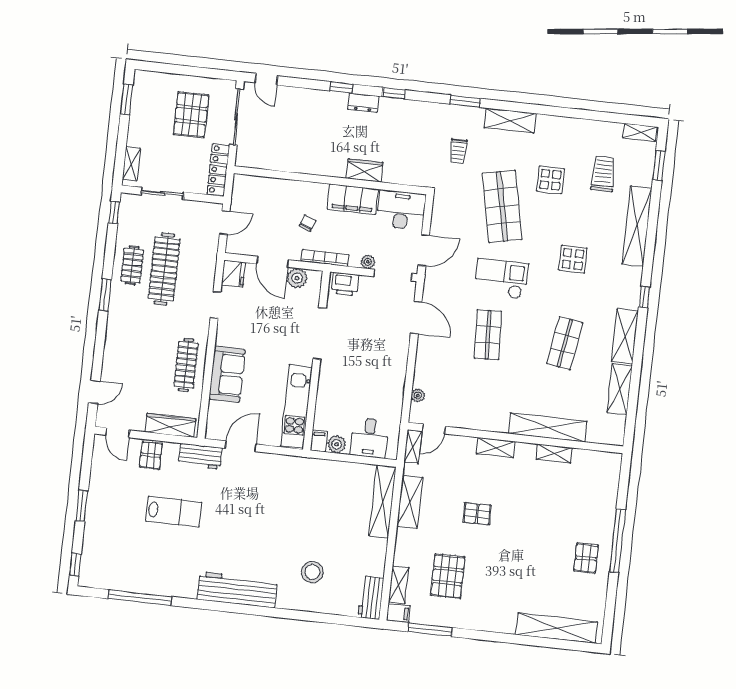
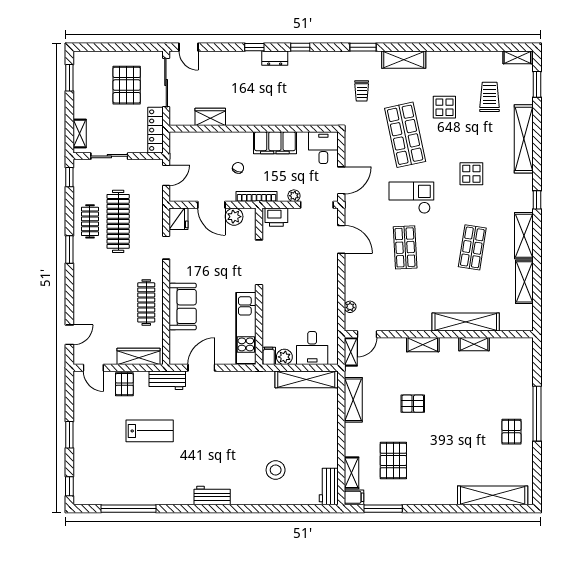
wardrobe: (364, 170) -> (210, 117), moved
desk: (401, 210) -> (323, 148), width x0.73
shelving: (383, 501) -> (306, 379), moved, turned 90
workbench: (237, 590) -> (212, 496), width x0.53, depth x0.76

